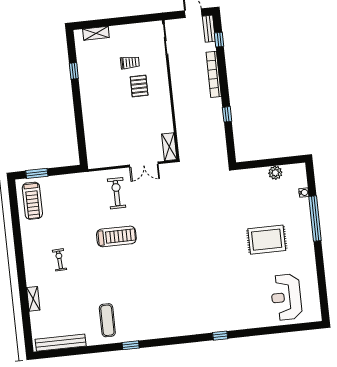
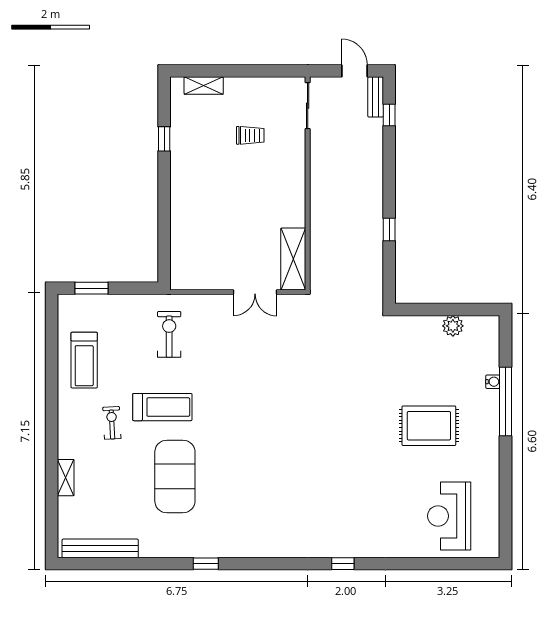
bookcase: (214, 74) -> (375, 167), removed
pallet: (139, 86) -> (261, 172), removed
shelving: (169, 147) -> (293, 259), width x1.50, depth x1.33
exercise bike: (117, 193) -> (169, 334), moved
water cooler: (304, 193) -> (493, 382), moved
treadmill: (32, 201) -> (84, 360), moved
treadmill: (116, 236) -> (162, 407), moved
exercise mat: (107, 320) -> (175, 477), moved, width x2.00, depth x1.45

